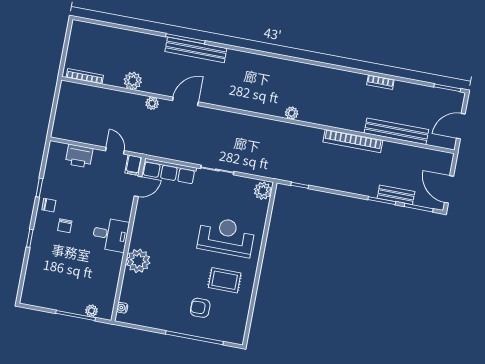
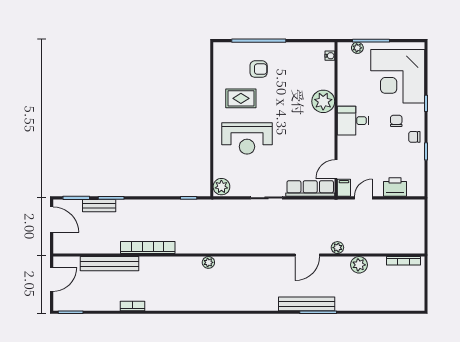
door: (115, 151) -> (363, 198), swing flipped
corner desk: (54, 273) -> (398, 76), added

